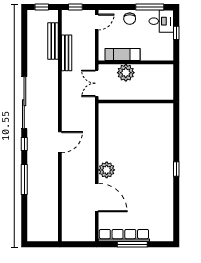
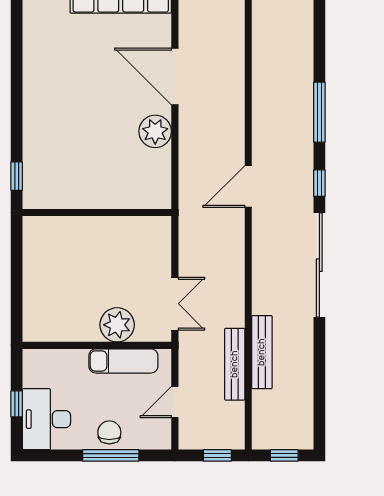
window: (150, 7) -> (111, 455), moved
desk: (161, 21) -> (46, 419), width x1.37
door: (97, 22) -> (175, 402), moved
bench: (53, 41) -> (262, 352), moved
wall: (136, 102) -> (97, 212), moved
window: (176, 169) -> (17, 176), moved

